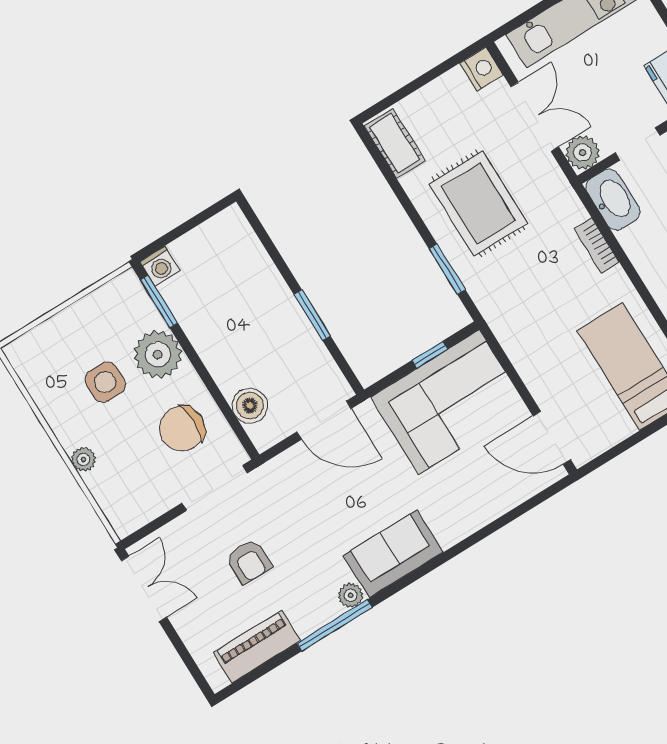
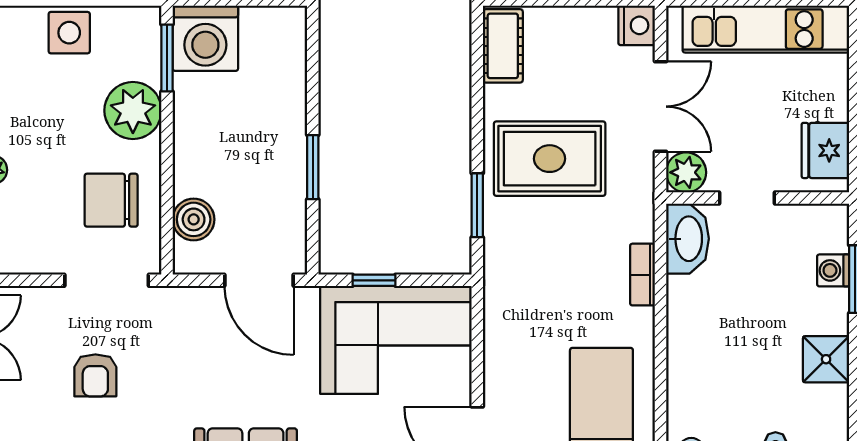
rug: (478, 203) -> (550, 159), turned 90
washing machine: (160, 266) -> (205, 38), width x1.89, depth x1.89
window: (430, 355) -> (374, 280), moved
side table: (105, 382) -> (69, 33), moved

